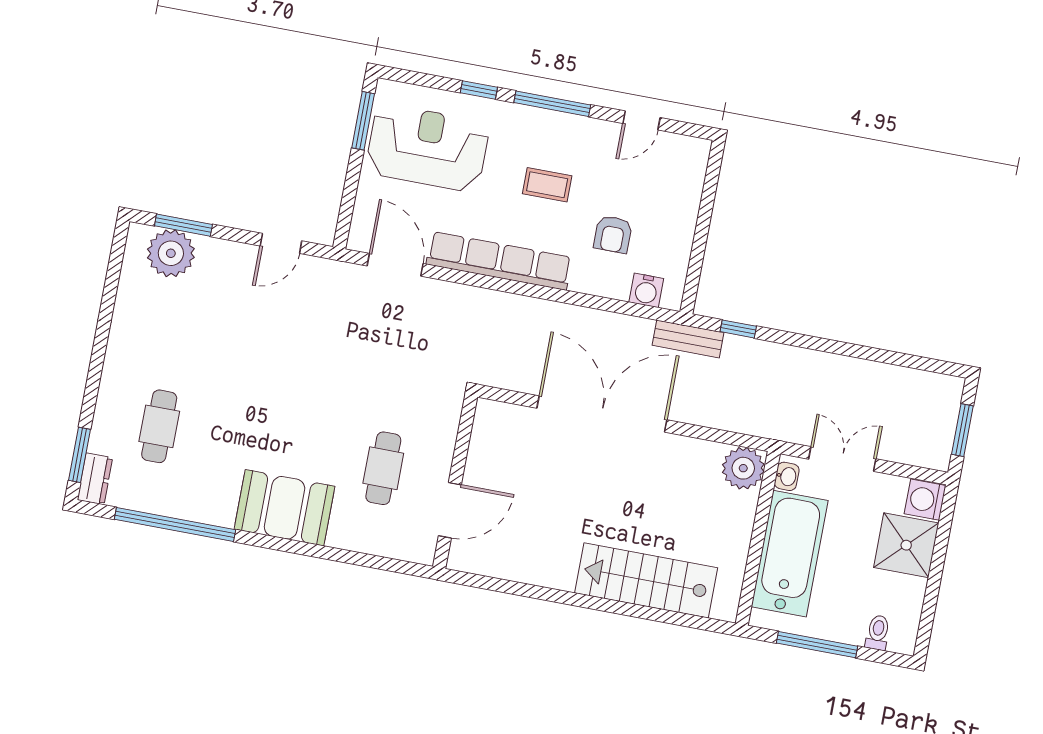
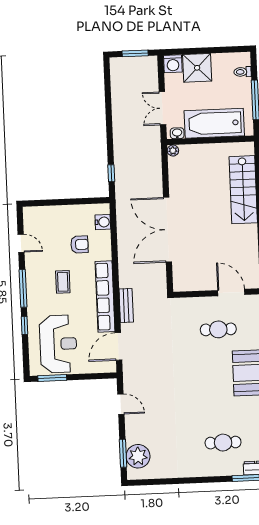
reception desk: (427, 148) -> (58, 344), turned 180
bench: (688, 339) -> (126, 306), moved
plant: (743, 468) -> (173, 151), width x0.53, depth x0.53

